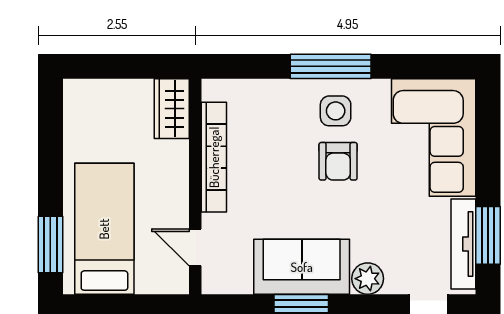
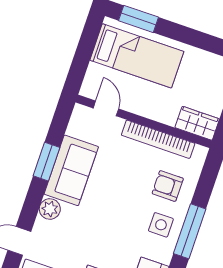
armchair: (338, 161) -> (168, 186), moved
door: (195, 247) -> (106, 108), hinge flipped

